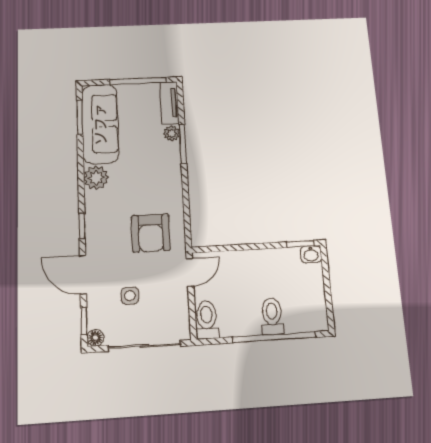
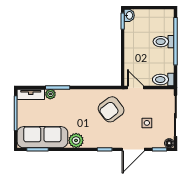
armchair: (151, 233) -> (111, 109), turned 143

